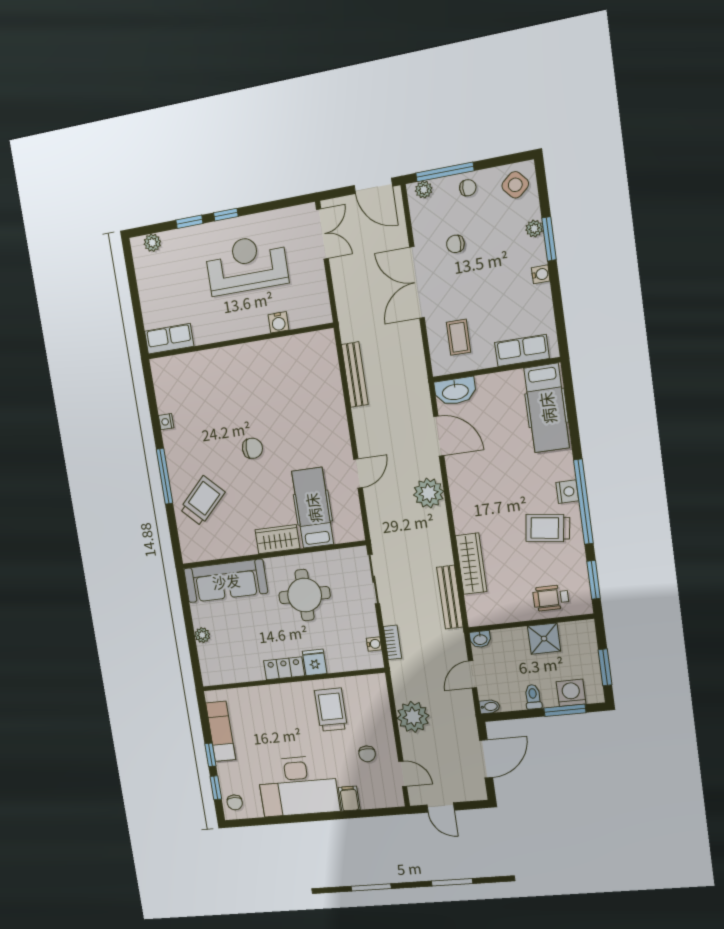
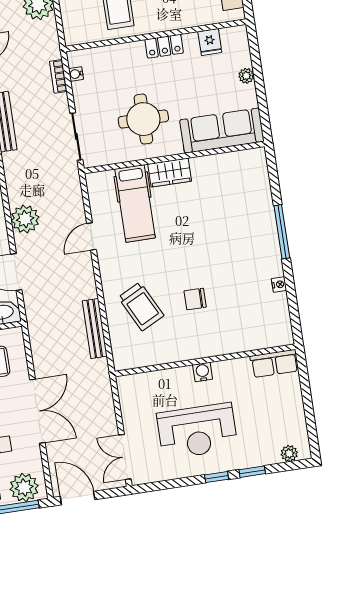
plant: (424, 190) -> (24, 488), width x1.87, depth x1.87
water cooler: (278, 322) -> (203, 372), moved
chair: (252, 448) -> (195, 299), moved
trolley: (202, 501) -> (141, 306), moved, turned -72
fridge: (315, 662) -> (210, 42), moved

